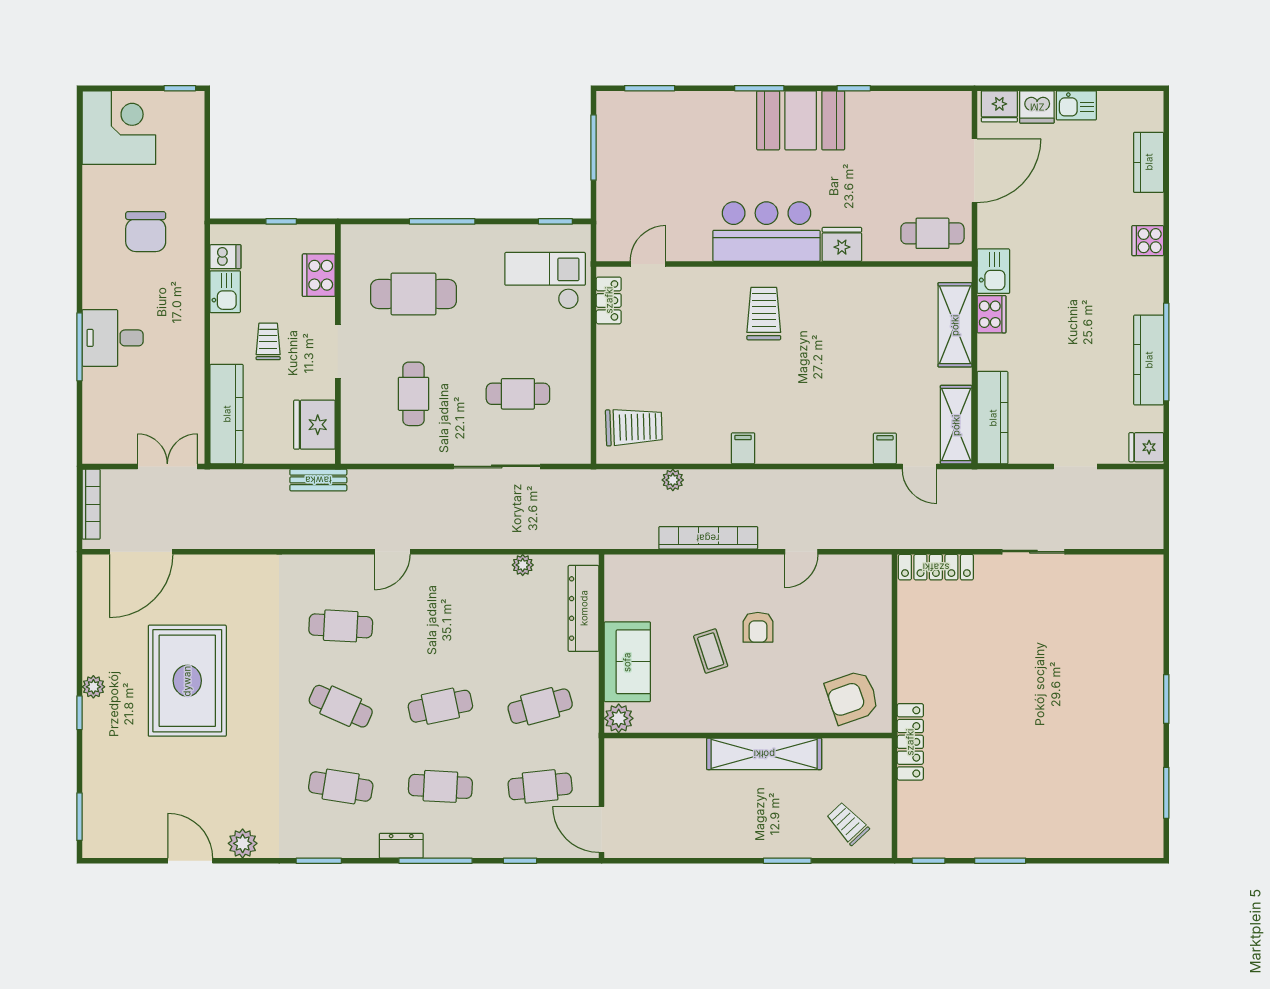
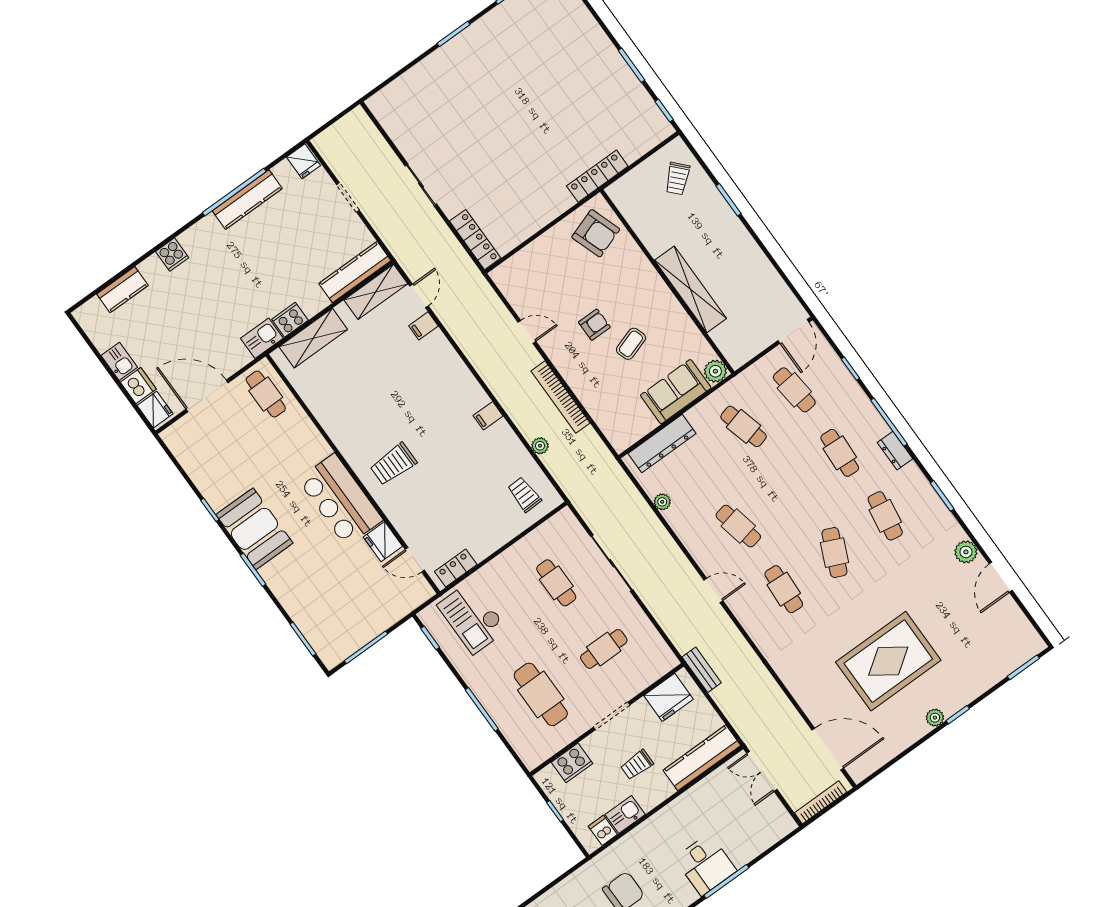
fridge: (842, 244) -> (383, 542), moved
trolley: (634, 427) -> (524, 494), width x0.73, depth x0.72
cafe table: (440, 706) -> (738, 526), moved
shelving: (764, 754) -> (691, 289), moved

